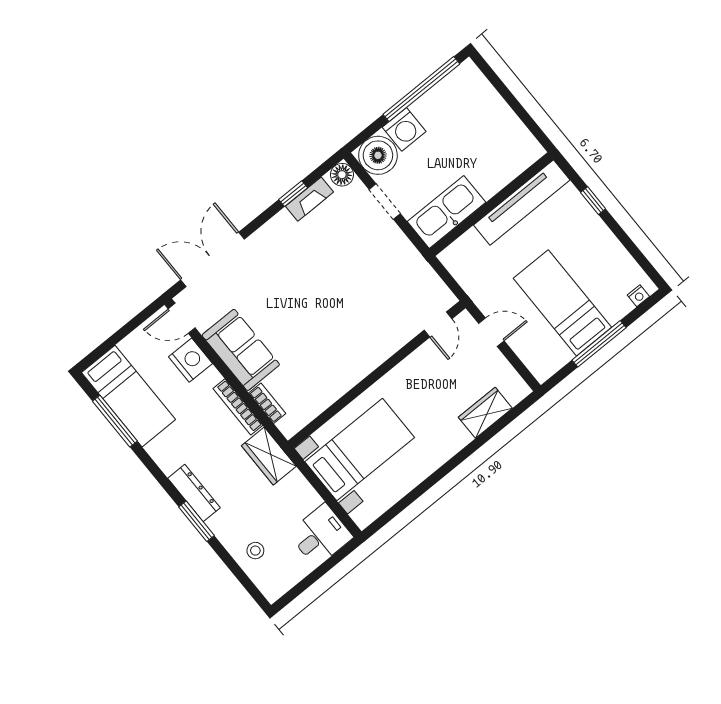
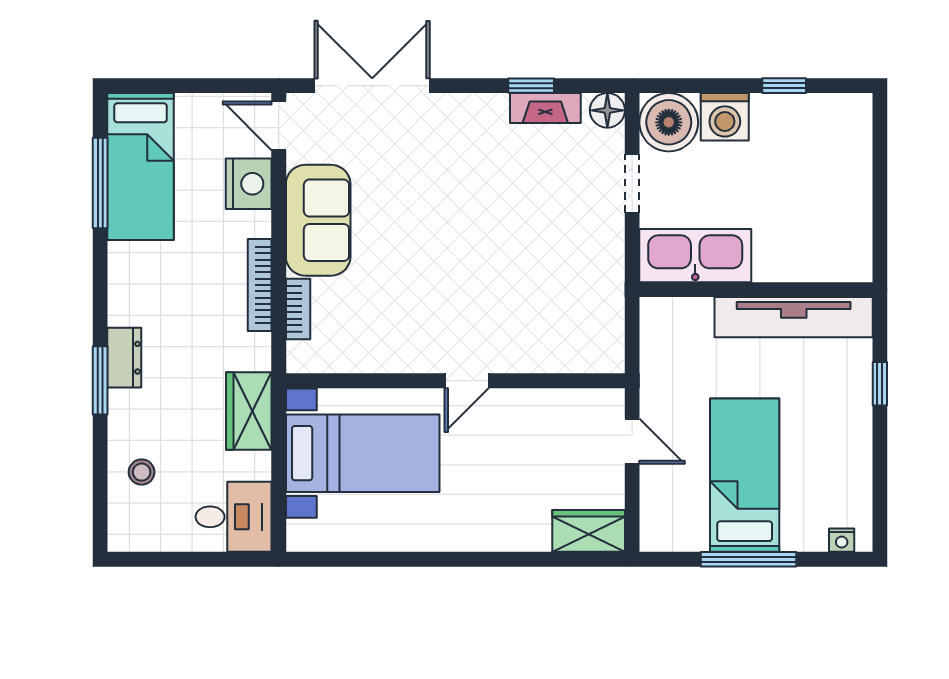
window: (421, 89) -> (784, 86), width x0.32
door: (438, 325) -> (467, 381), moved
wardrobe: (485, 413) -> (589, 531), moved
wardrobe: (269, 456) -> (249, 411), moved
dresser: (194, 493) -> (124, 358), width x0.70

